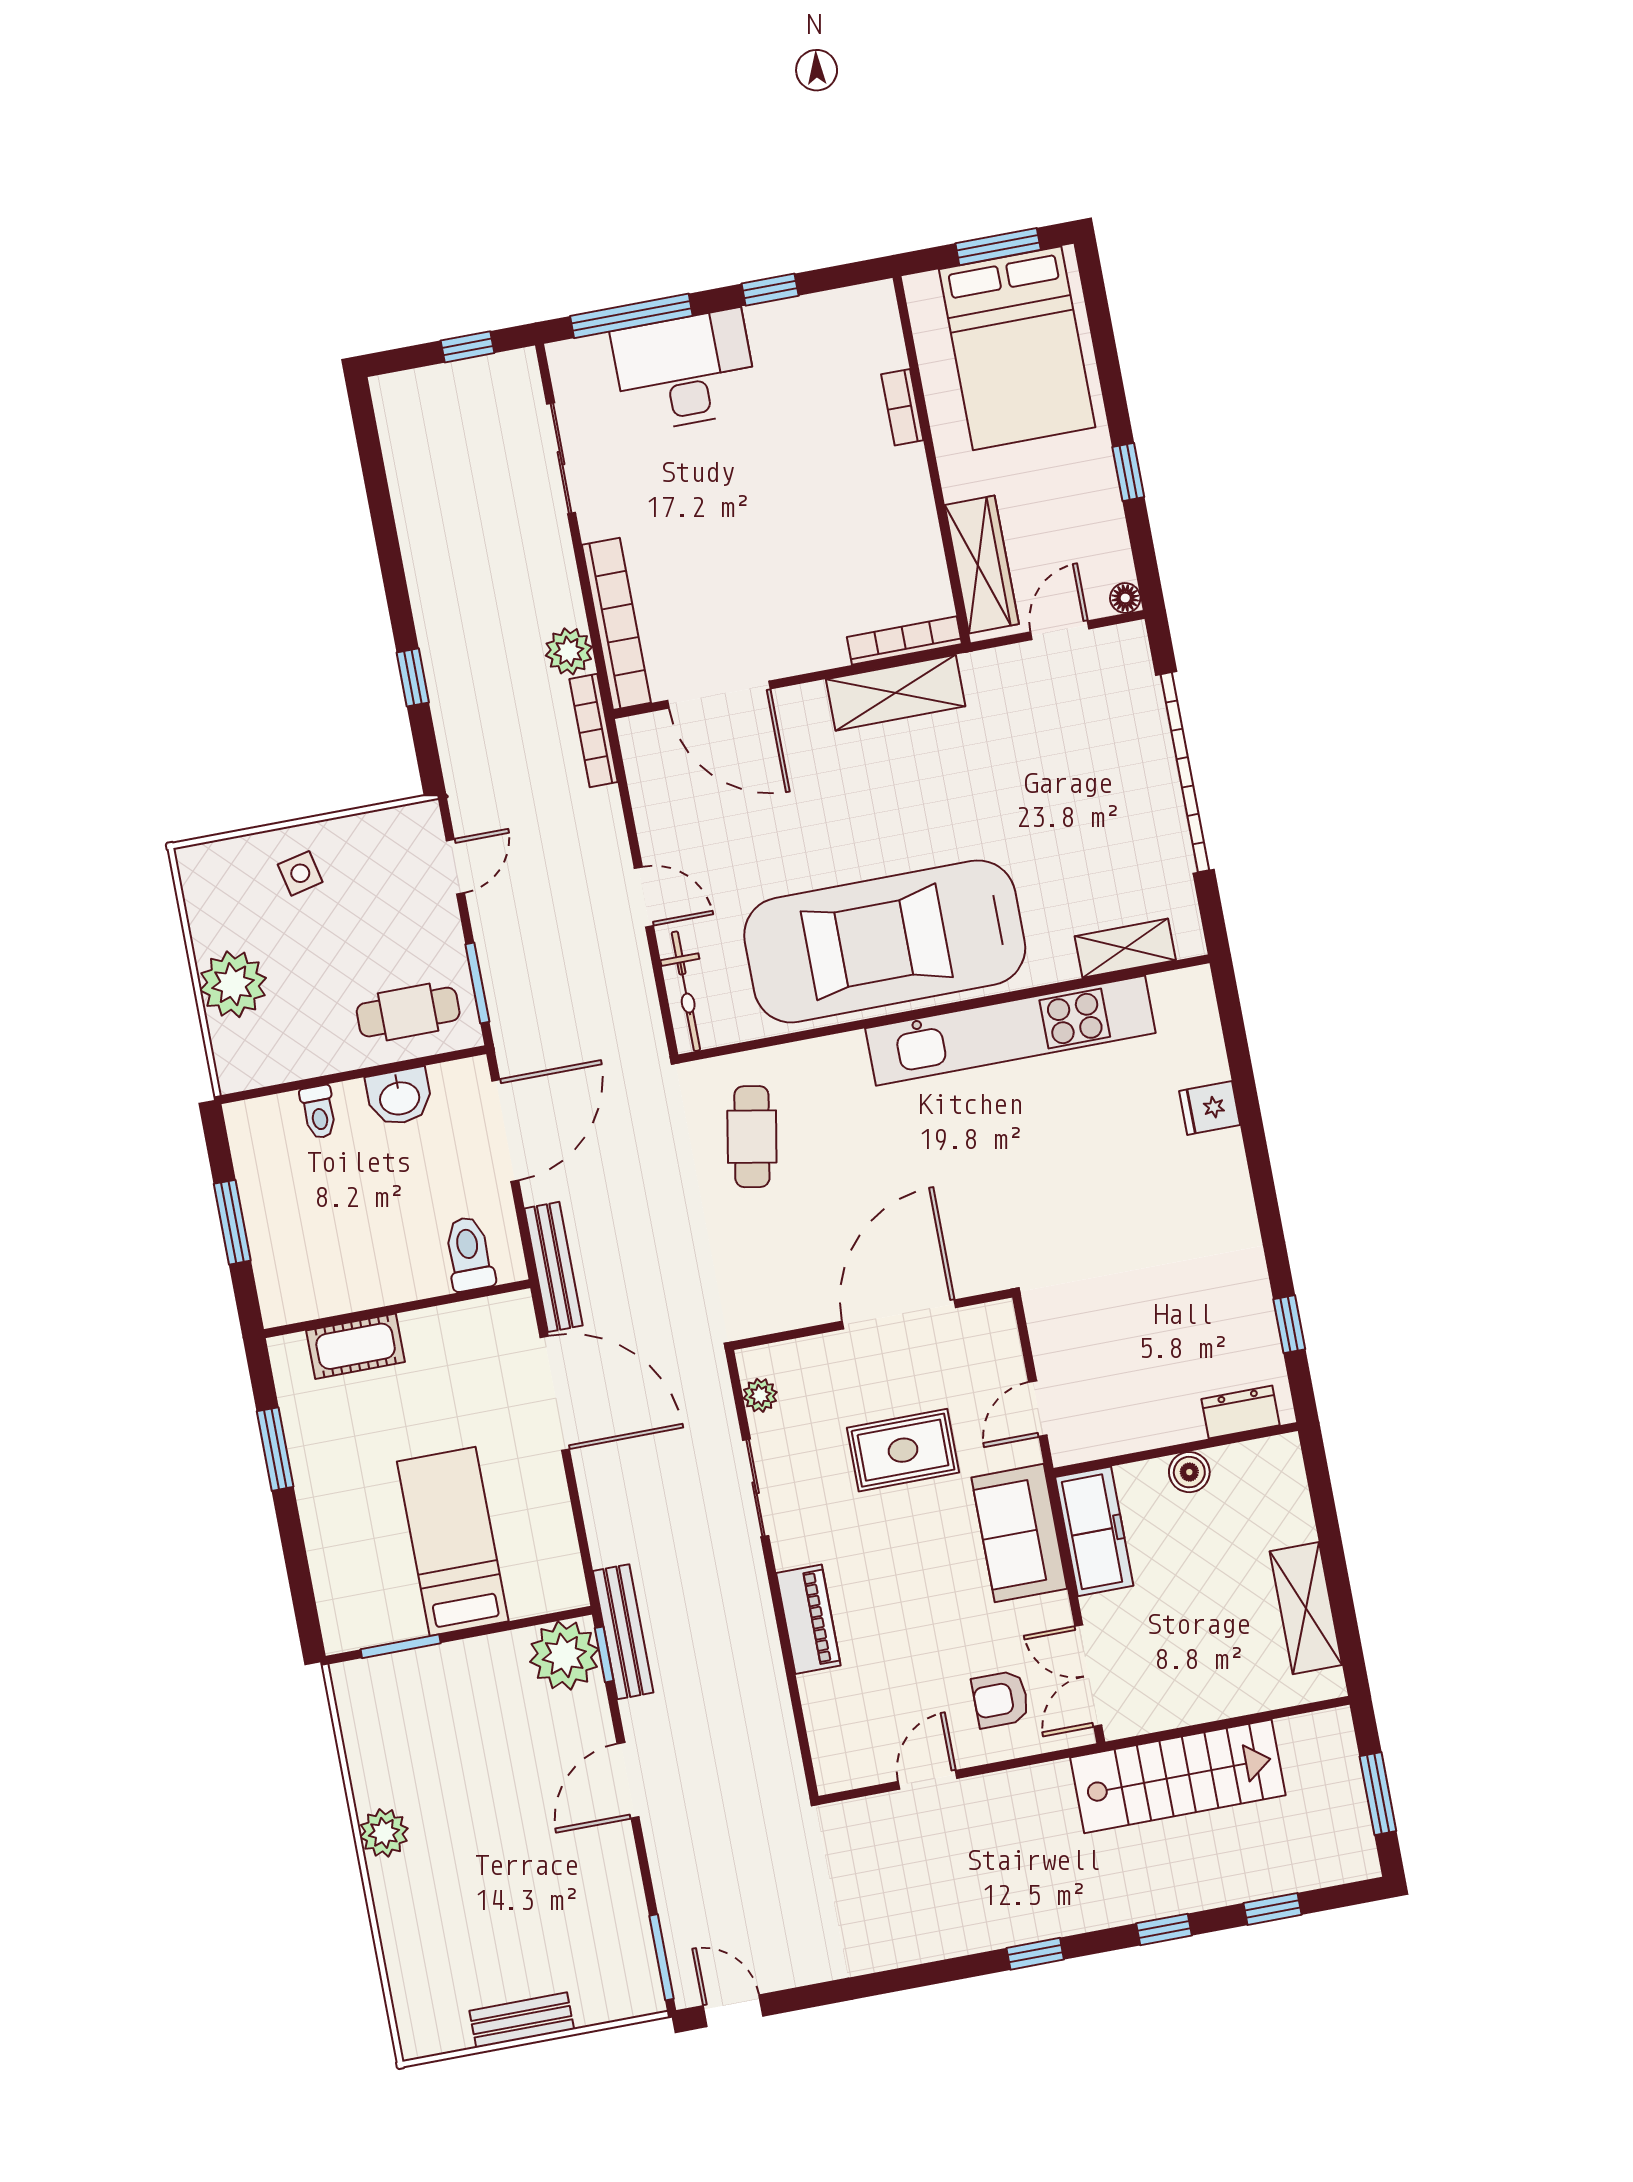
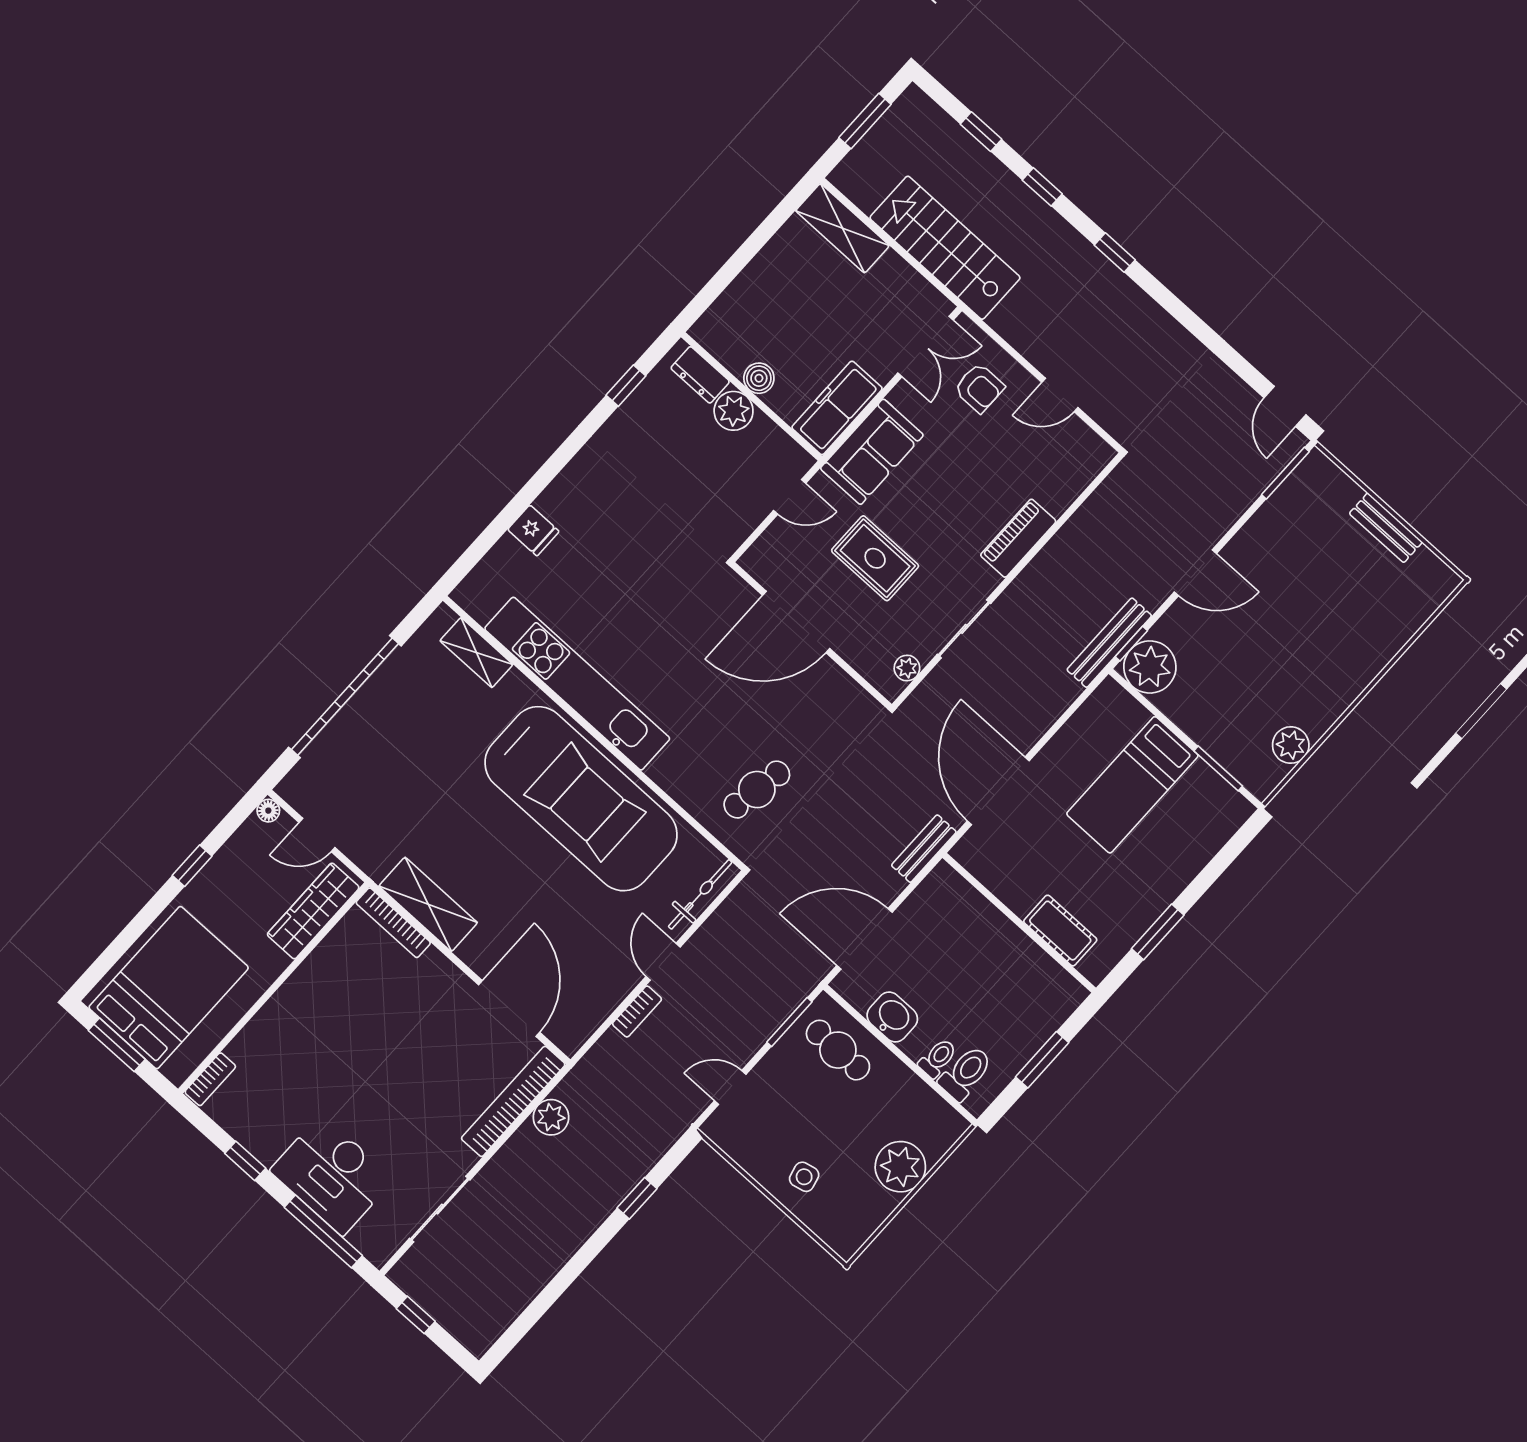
bookcase: (902, 407) -> (210, 1079), moved
bookcase: (594, 731) -> (637, 1011), moved, width x0.64
toilet: (469, 1254) -> (966, 1073), moved, turned 180
bench: (554, 1267) -> (924, 849), width x0.73
plant: (1175, 1419) -> (734, 411), added
shelving: (1306, 1608) -> (842, 228), moved, turned 90
plant: (384, 1833) -> (1291, 745), moved

